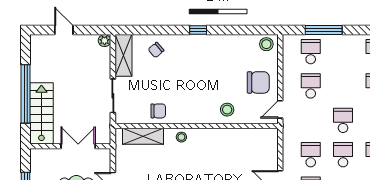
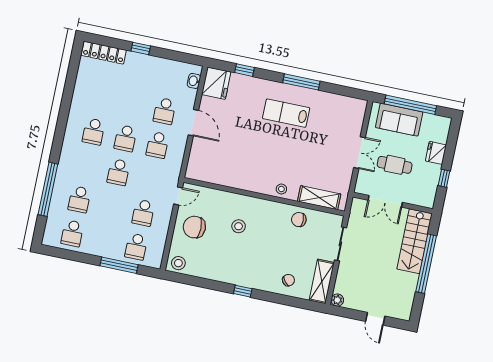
stool: (227, 110) -> (239, 226), moved

